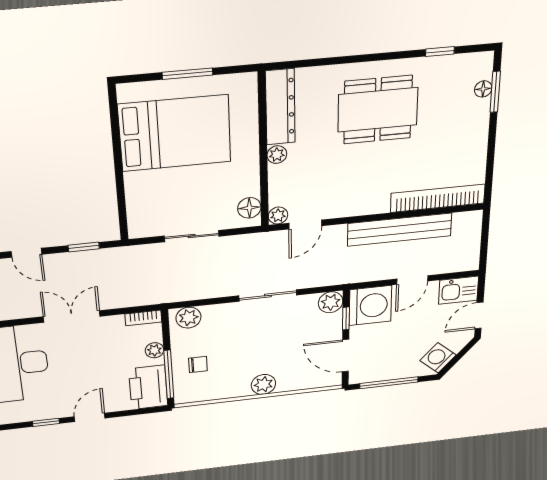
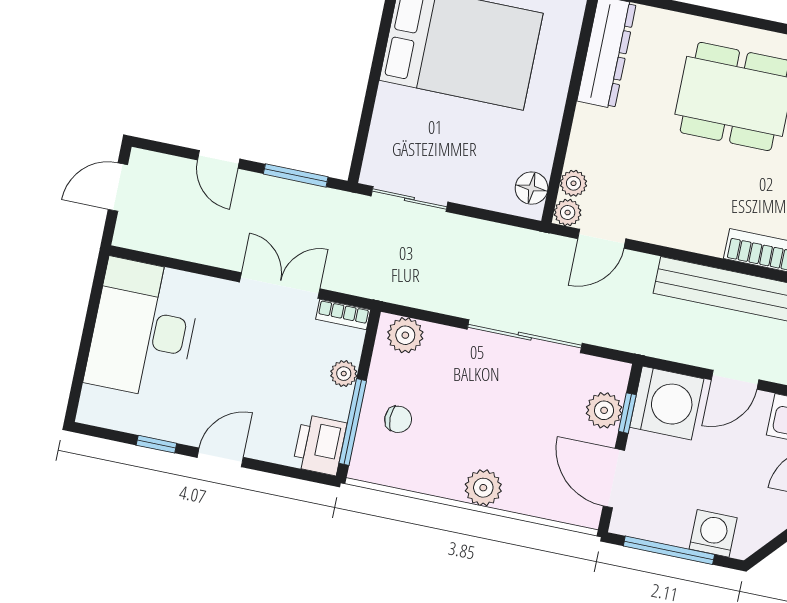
plant: (277, 155) -> (573, 183), moved
sliding door: (192, 236) -> (409, 199), moved
window: (84, 247) -> (296, 175), width x1.50
sliding door: (268, 295) -> (525, 336), width x1.37
plant: (331, 302) -> (604, 410), moved
double door: (72, 316) -> (280, 285), moved
washing machine: (438, 358) -> (713, 533), moved, turned 48
printer: (148, 387) -> (320, 445), width x0.73, depth x0.84

